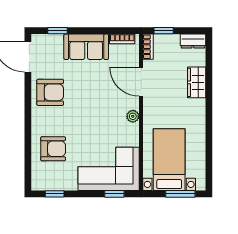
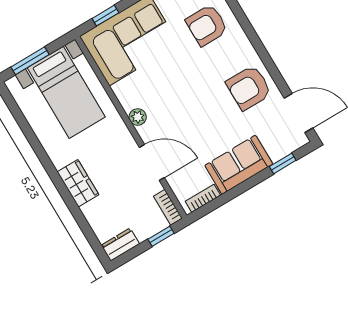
wardrobe: (197, 82) -> (78, 183), moved

